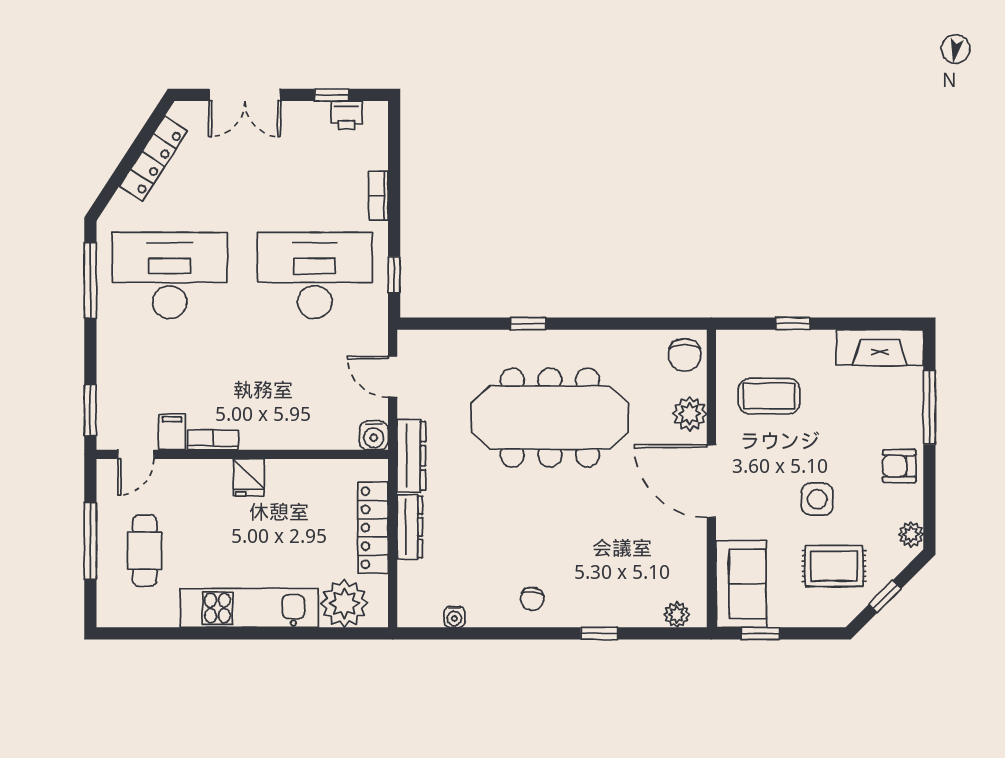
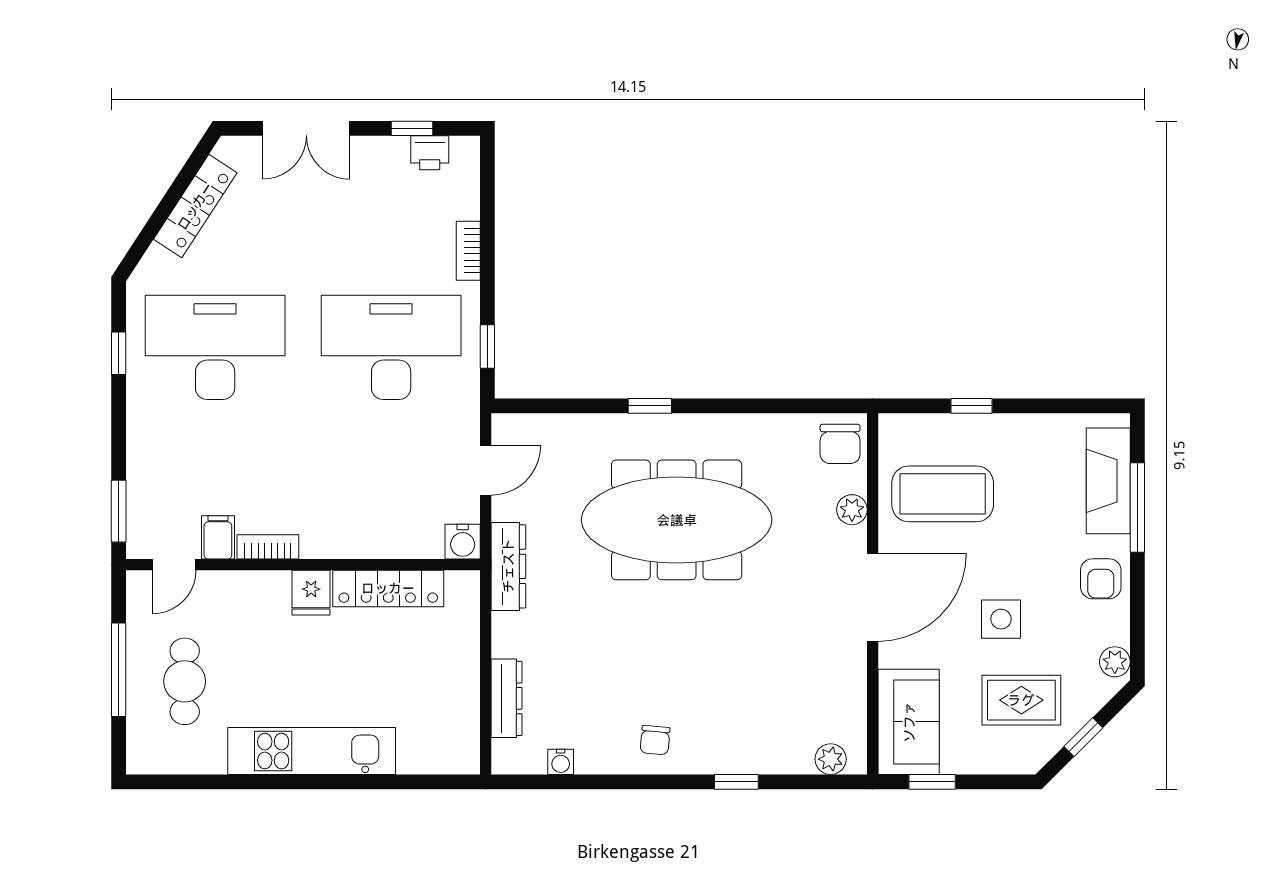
window: (90, 280) -> (119, 353), width x0.46
fireplace: (880, 348) -> (1108, 481), moved, turned 90
door: (393, 377) -> (486, 470), swing flipped
coffee table: (769, 396) -> (943, 494), width x1.36, depth x1.32
plant: (690, 414) -> (852, 510), width x0.73, depth x0.73
armchair: (899, 466) -> (1101, 579), turned -90
door: (711, 481) -> (873, 597), swing flipped
dresser: (410, 527) -> (506, 698), moved
locker: (373, 528) -> (388, 588), moved, turned -90
plant: (344, 603) -> (427, 746), removed

